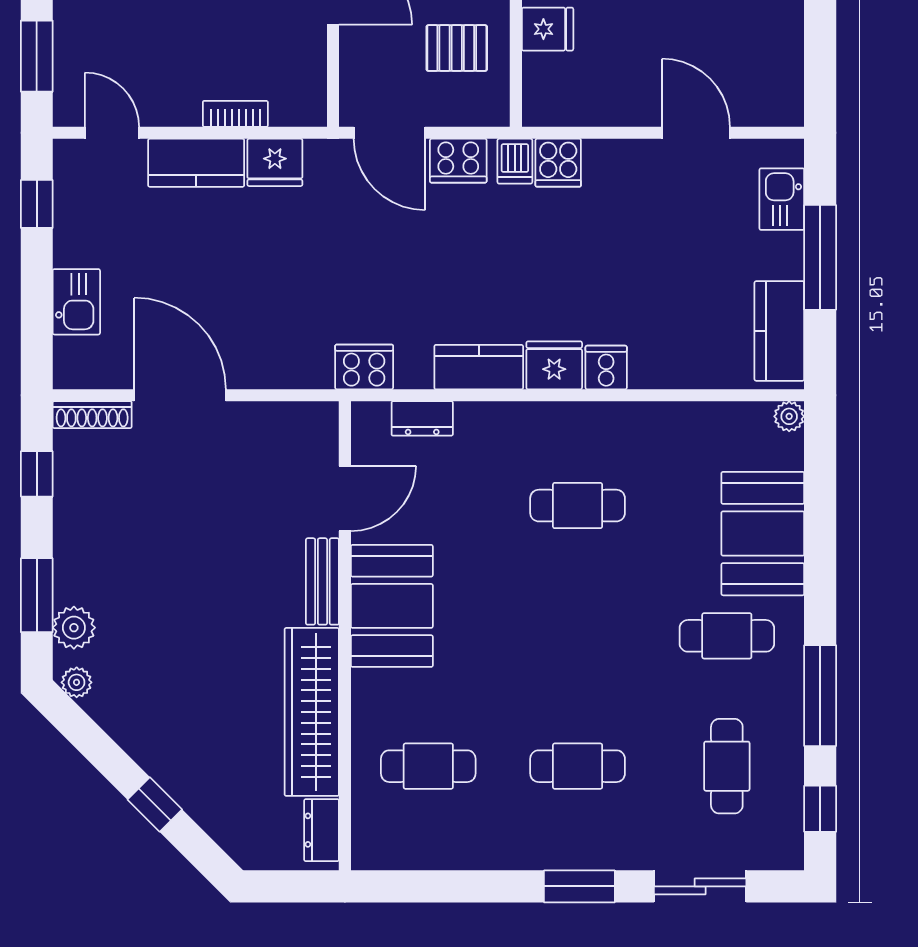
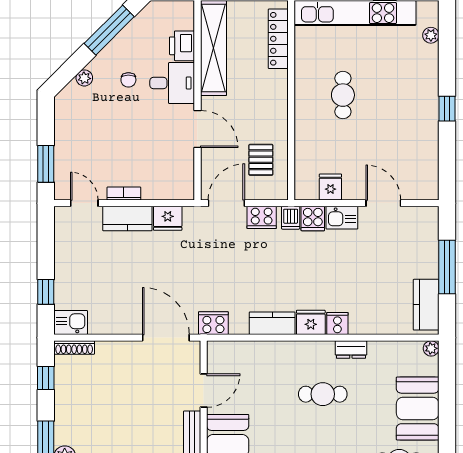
fridge: (548, 29) -> (330, 187), moved, turned -90
pallet: (457, 48) -> (261, 160), turned 90
bookcase: (235, 114) -> (124, 193), moved
door: (389, 133) -> (226, 203), swing flipped
kitchen sink: (782, 199) -> (342, 218), moved, turned -90
window: (37, 204) -> (46, 292), moved
kitchen sink: (76, 302) -> (71, 322), moved, turned -90
door: (180, 395) -> (166, 338), moved
dresser: (422, 418) -> (351, 350), moved

